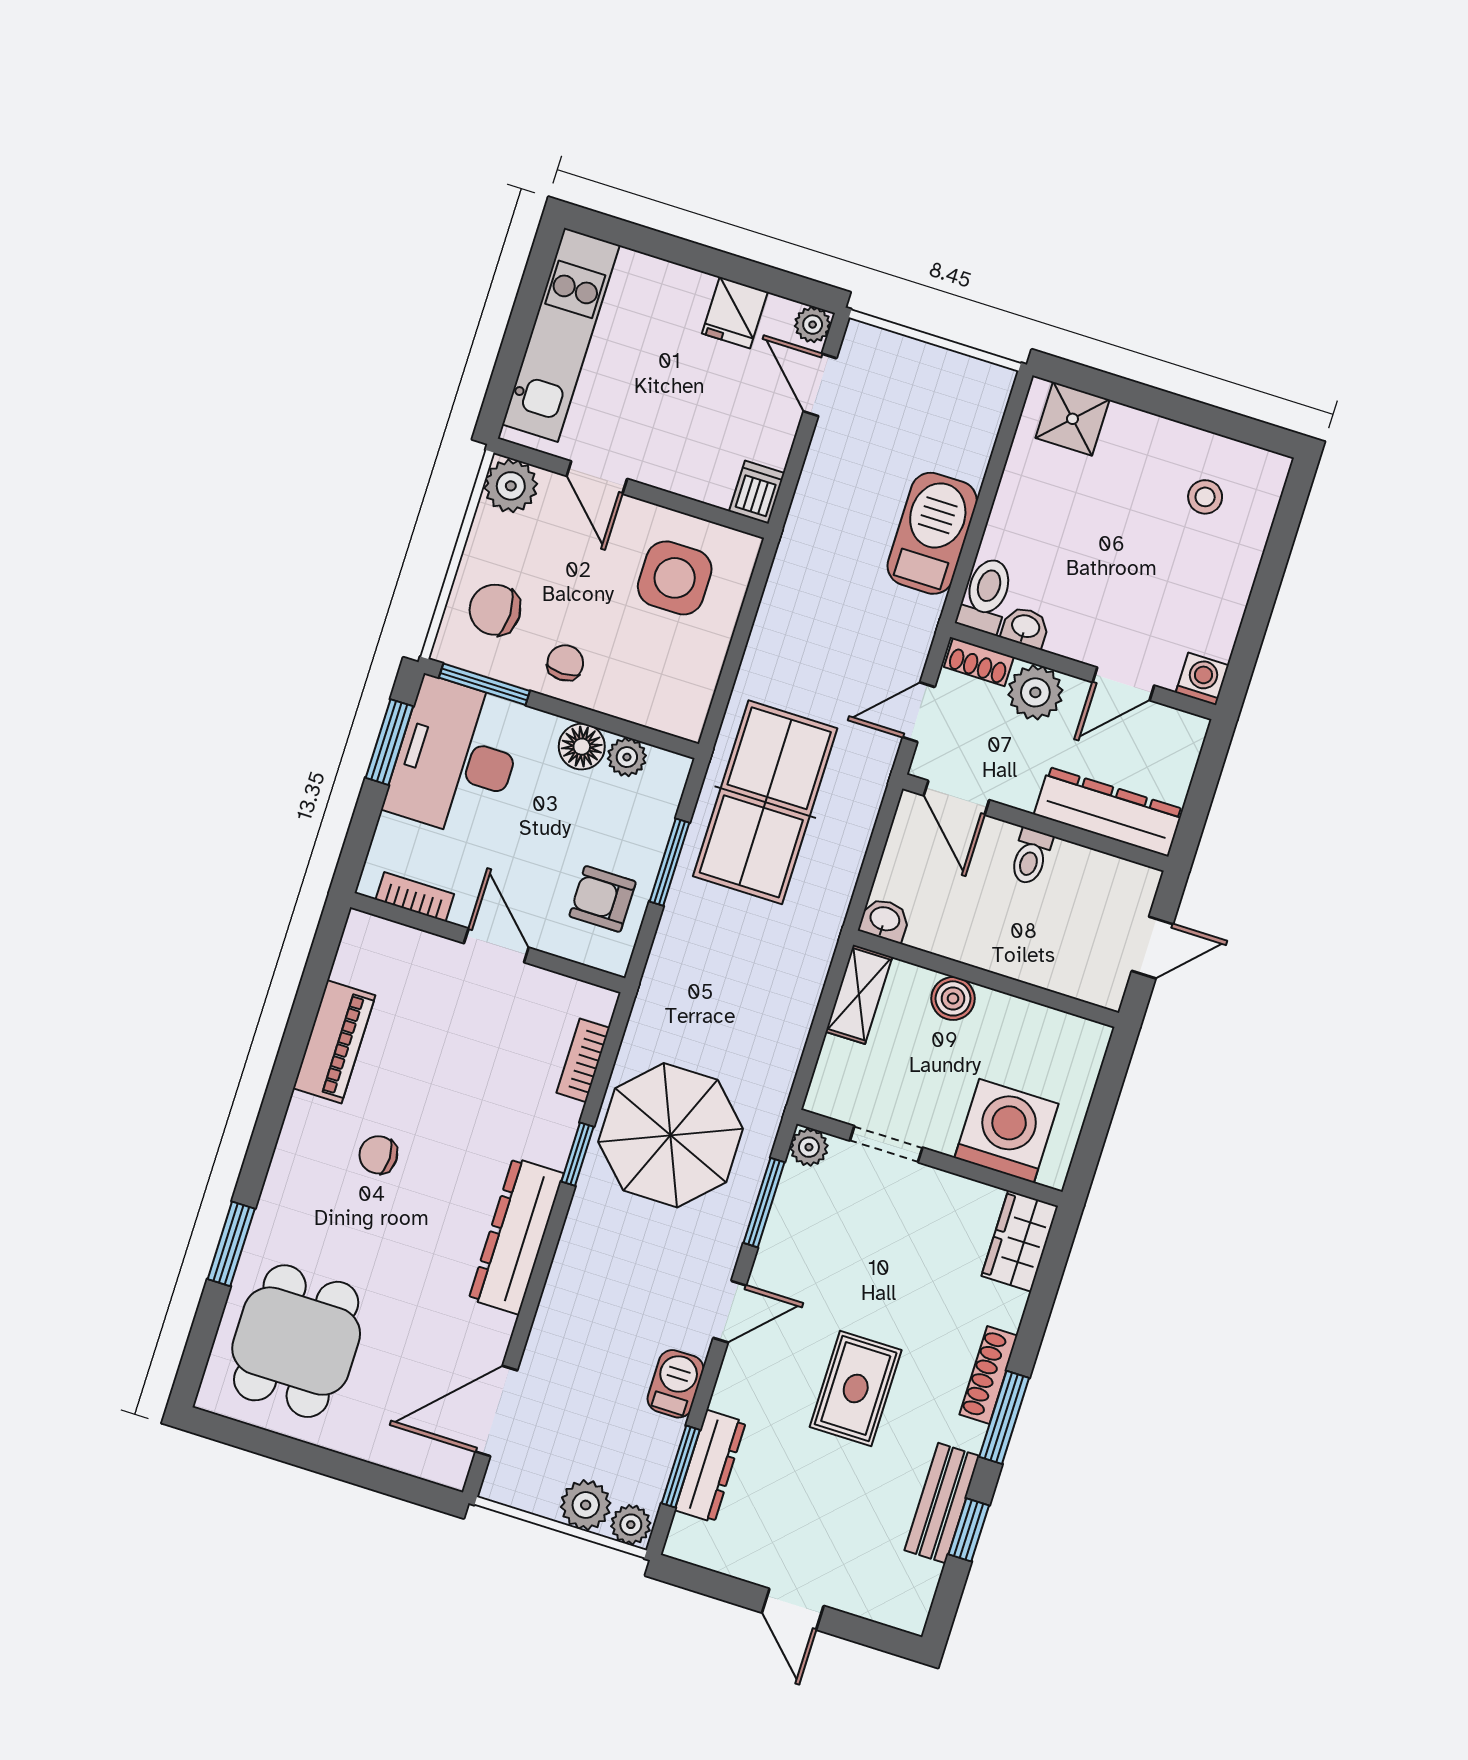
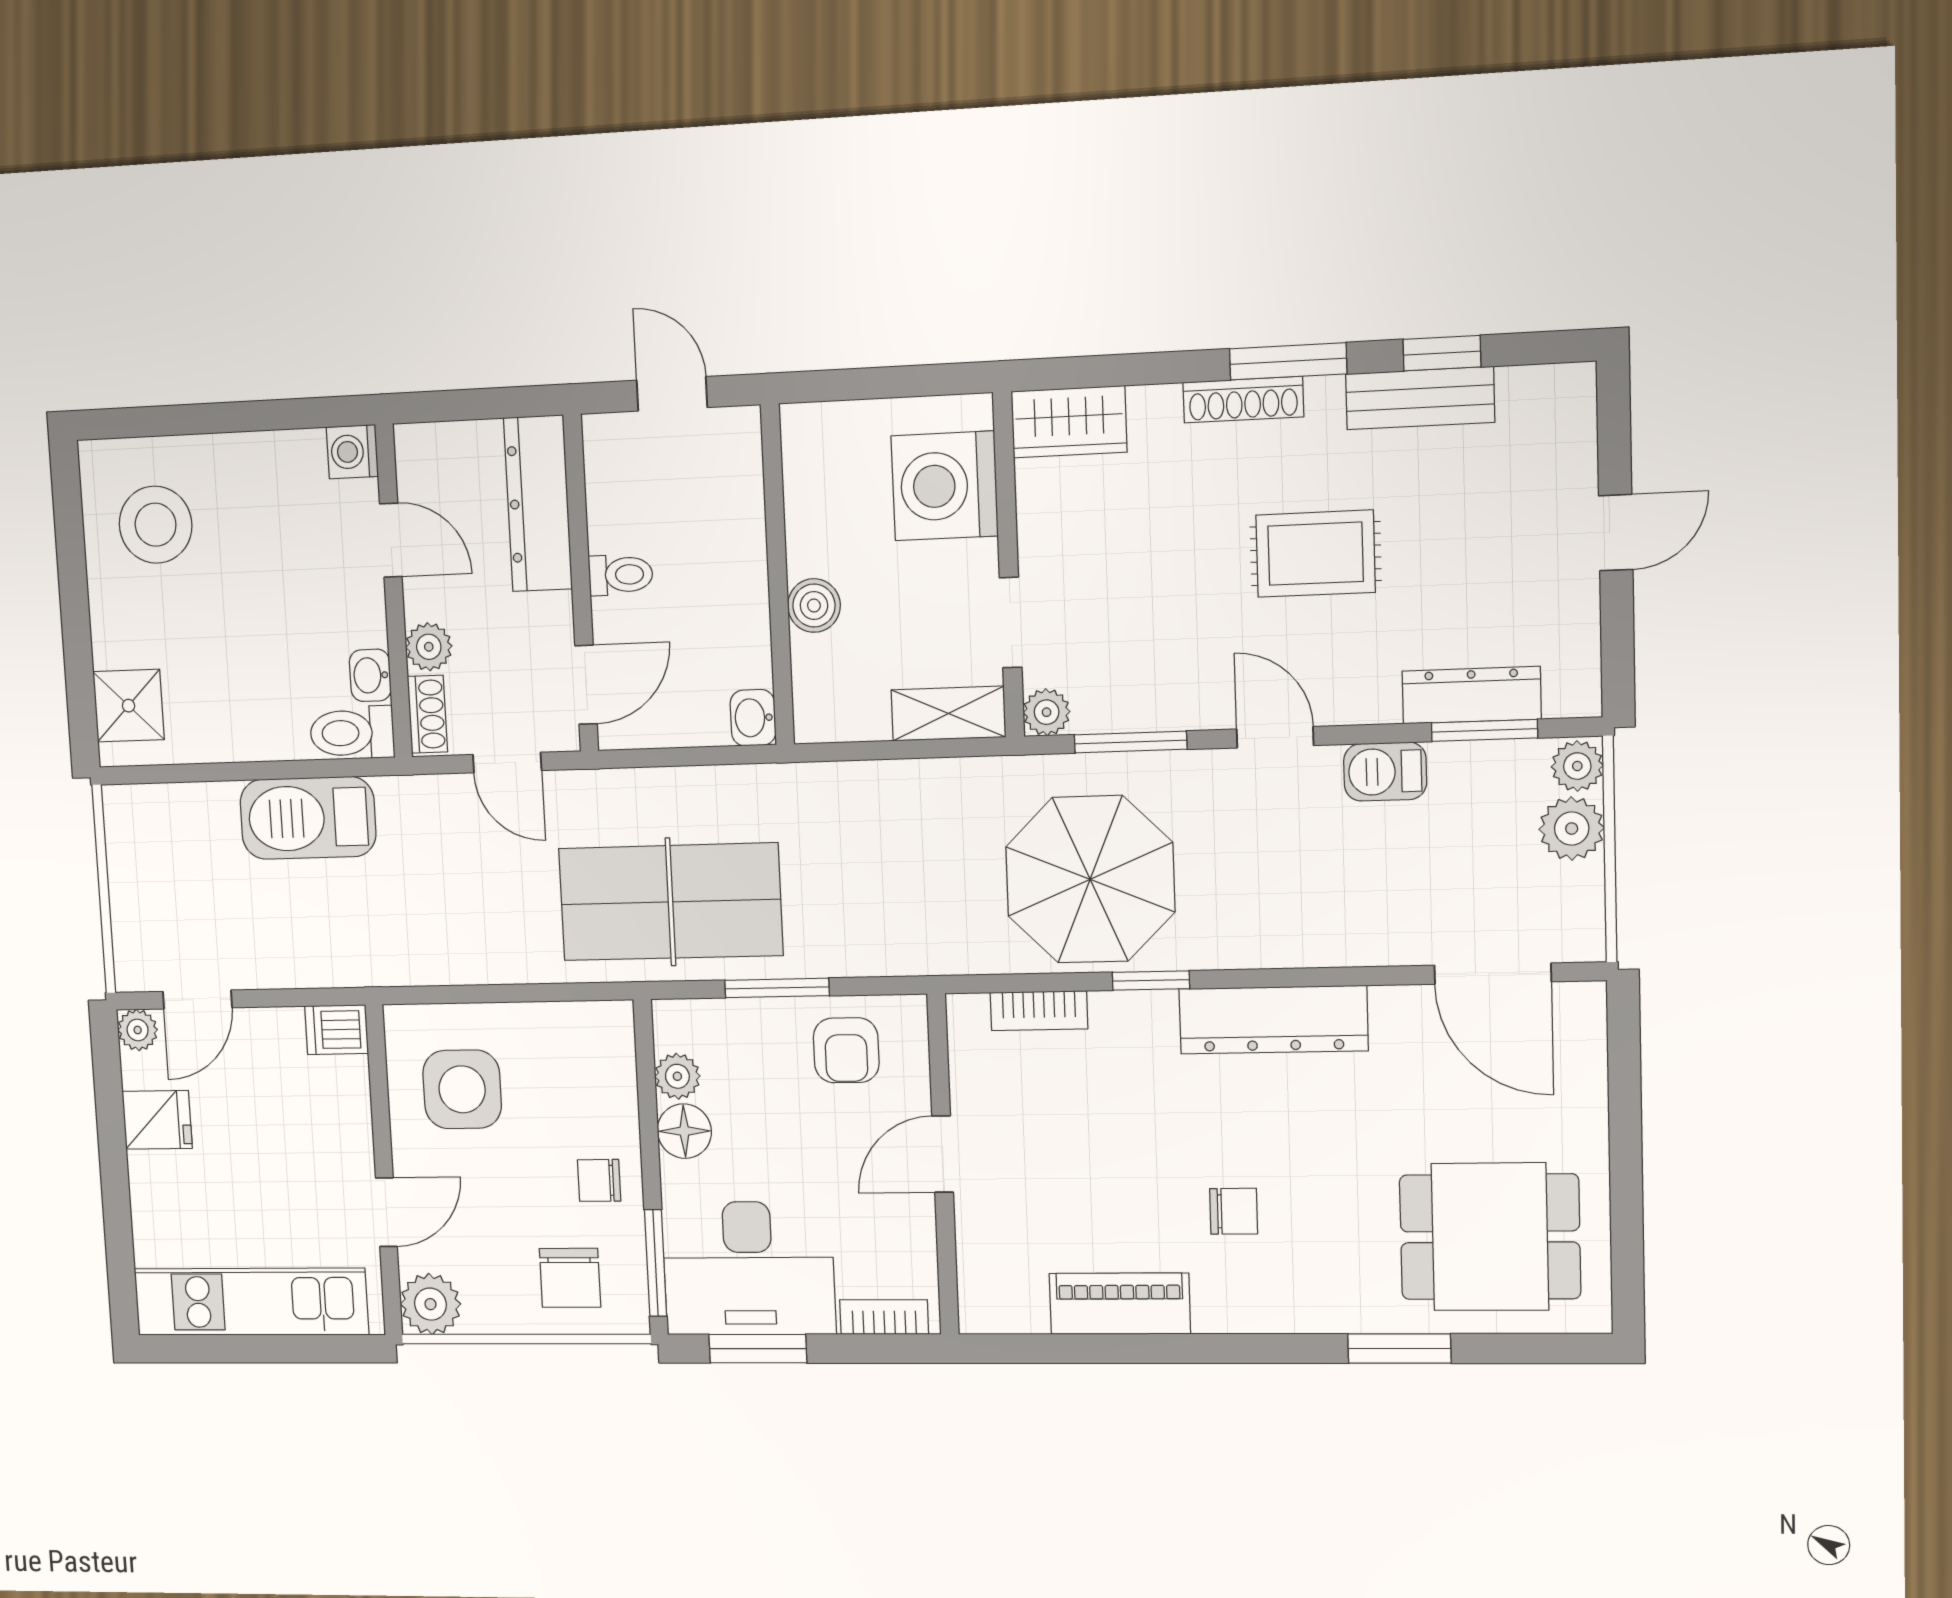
stool: (1205, 497) -> (156, 525), width x1.89, depth x1.89
plant: (1035, 692) -> (429, 647), width x0.73, depth x0.73
bookcase: (415, 897) -> (884, 1317), moved, turned 90
shelving: (859, 994) -> (948, 713), moved
chair: (378, 1155) -> (1234, 1211), turned -90

